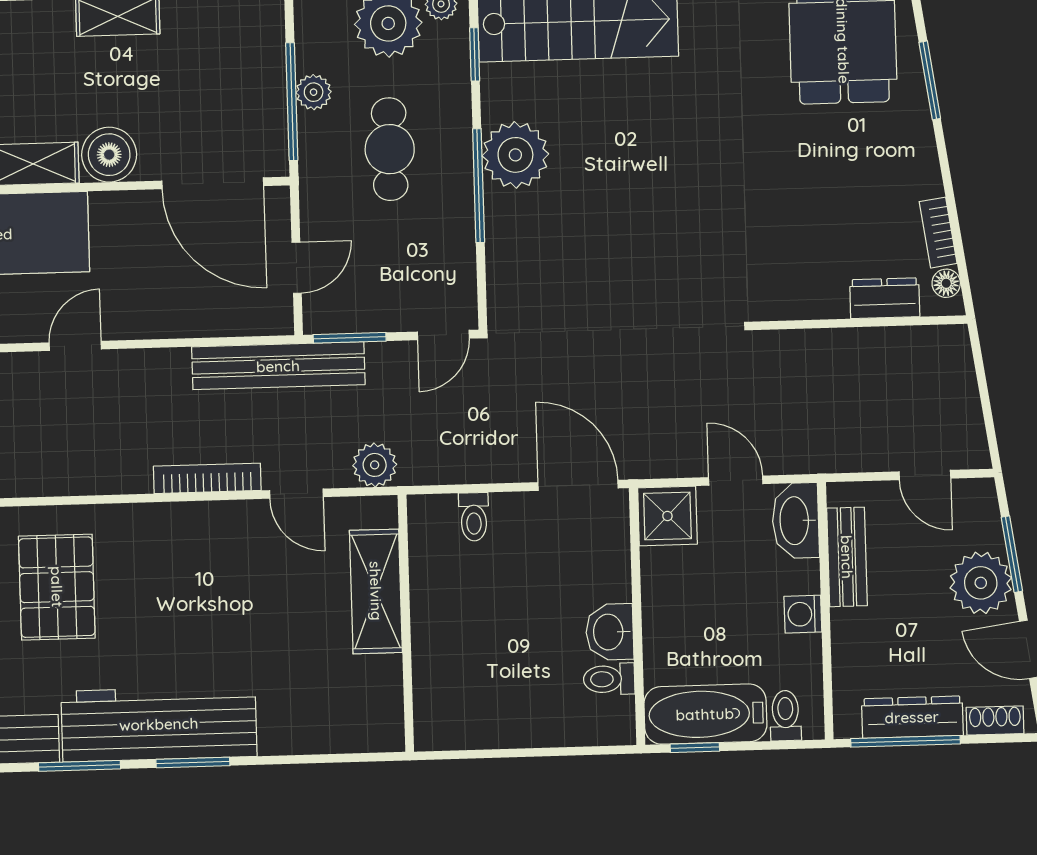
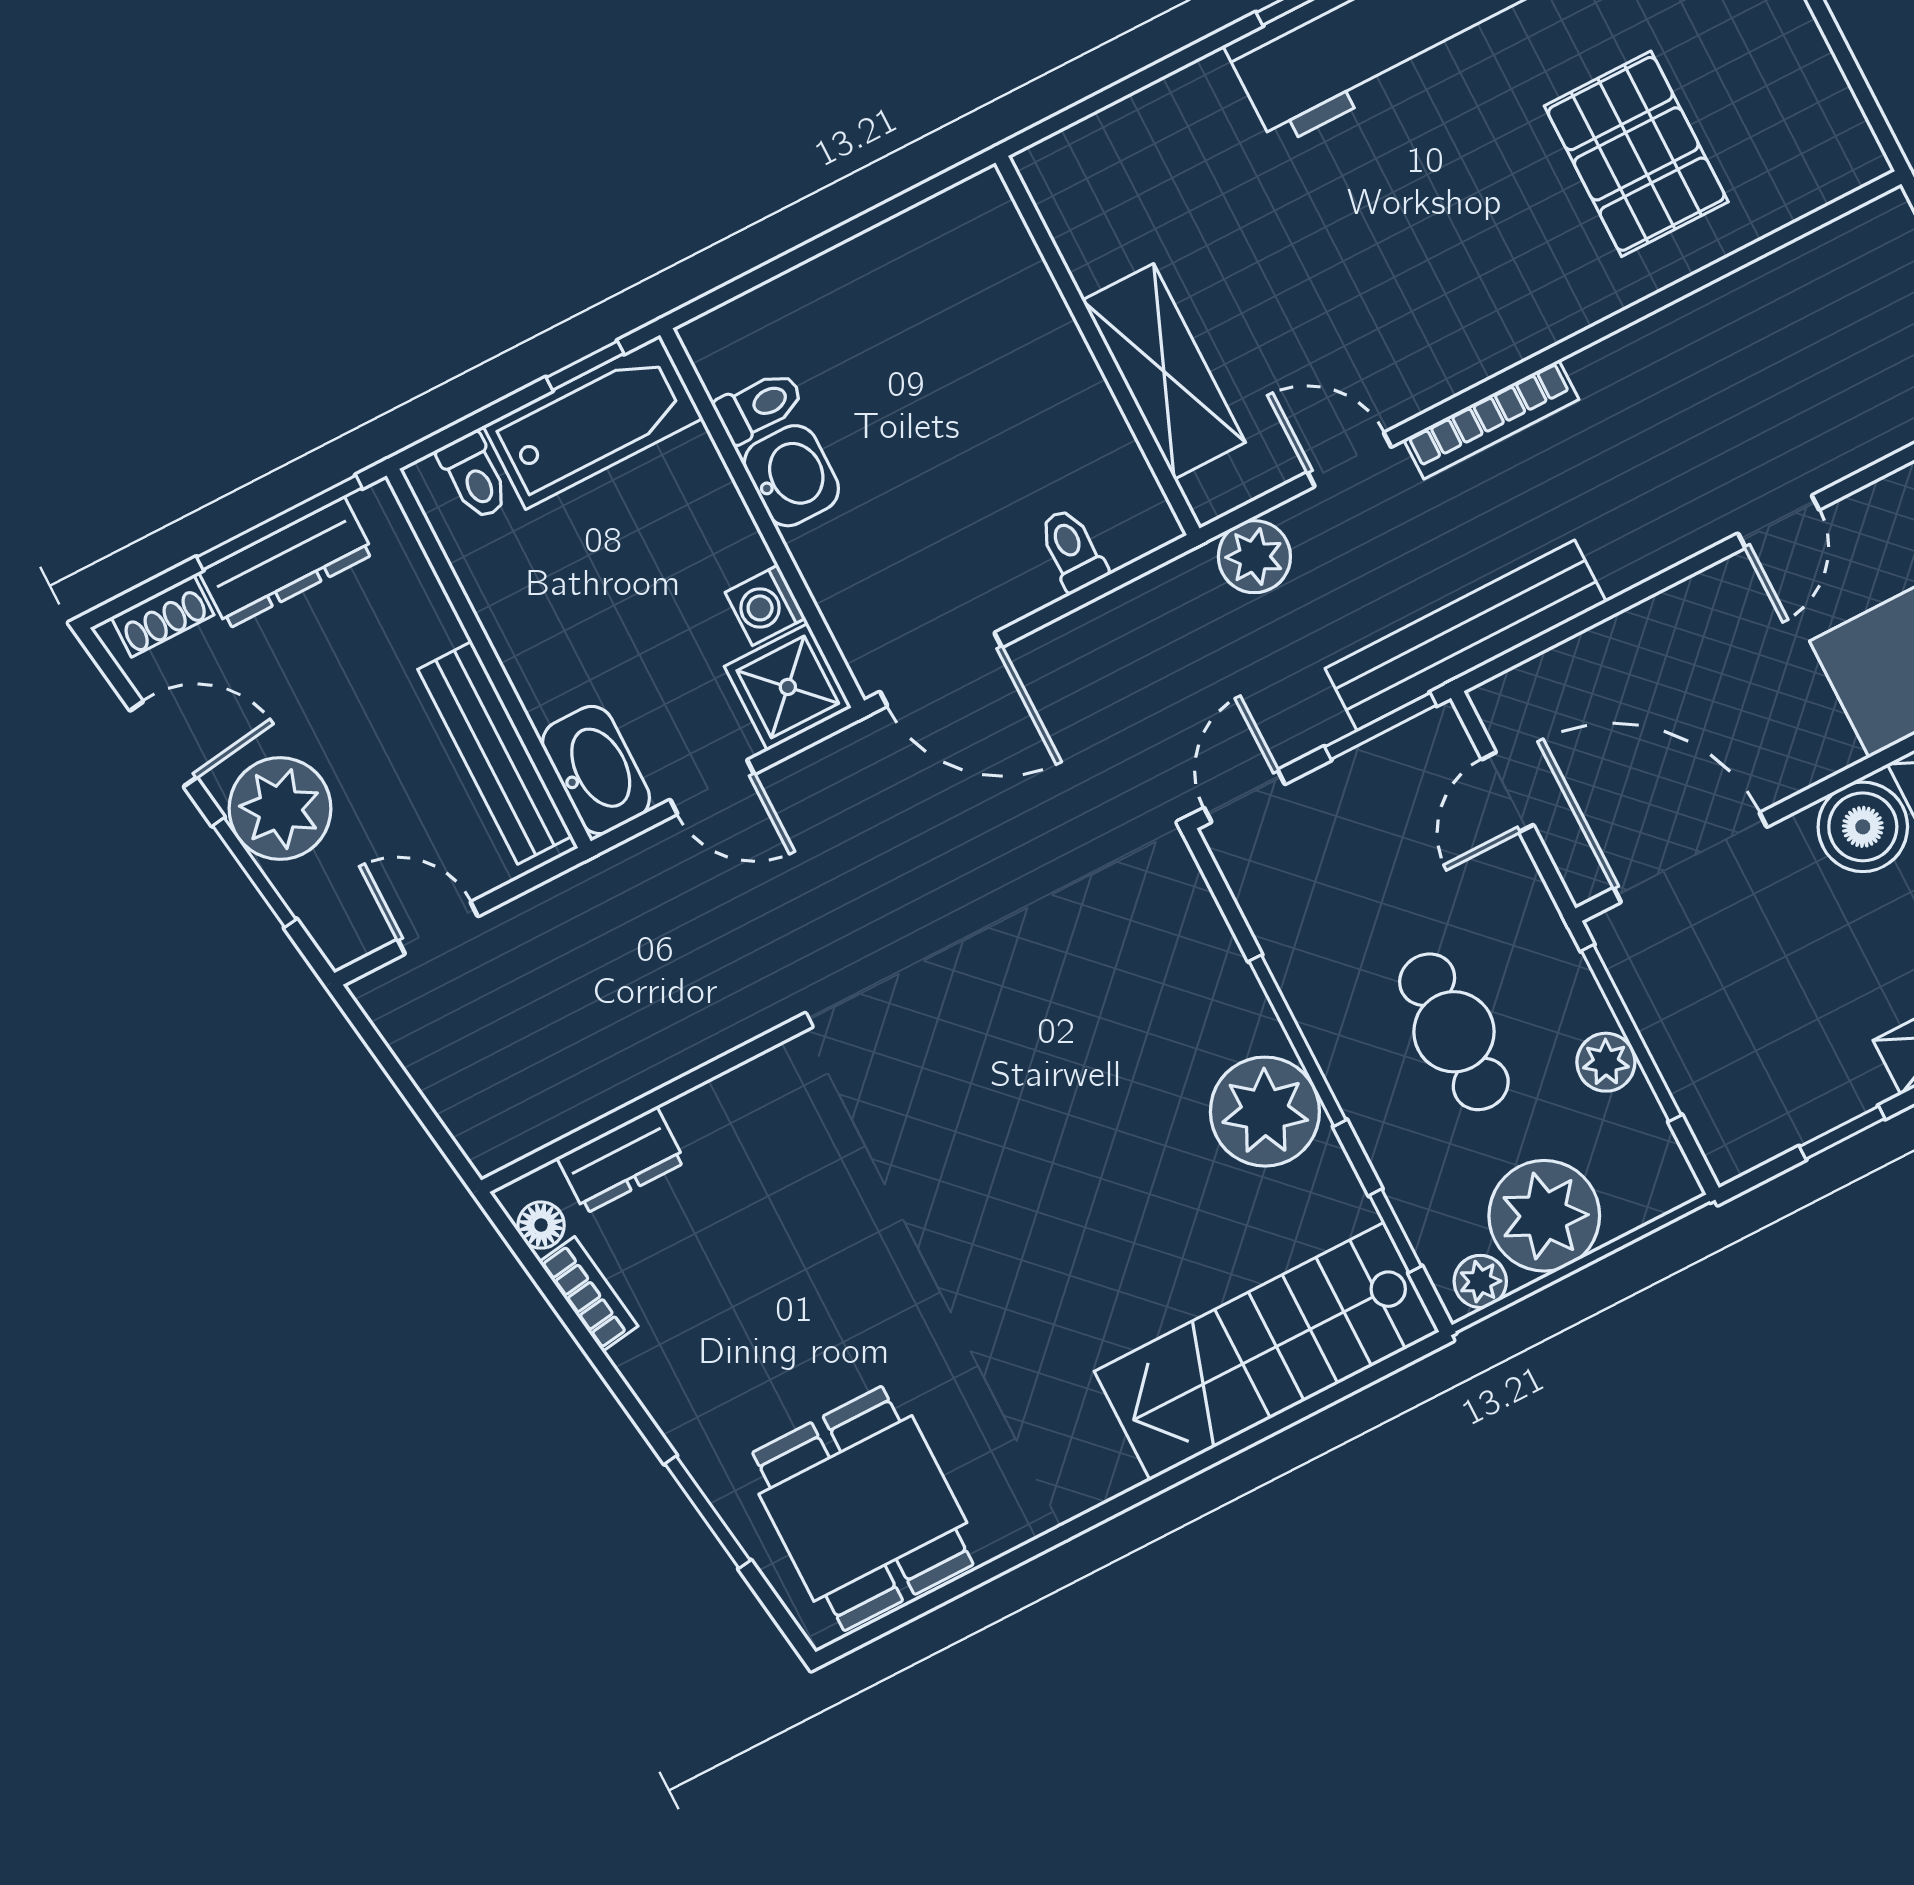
bench: (847, 557) -> (495, 753), width x1.36
washing machine: (803, 614) -> (765, 605), moved, turned 180

